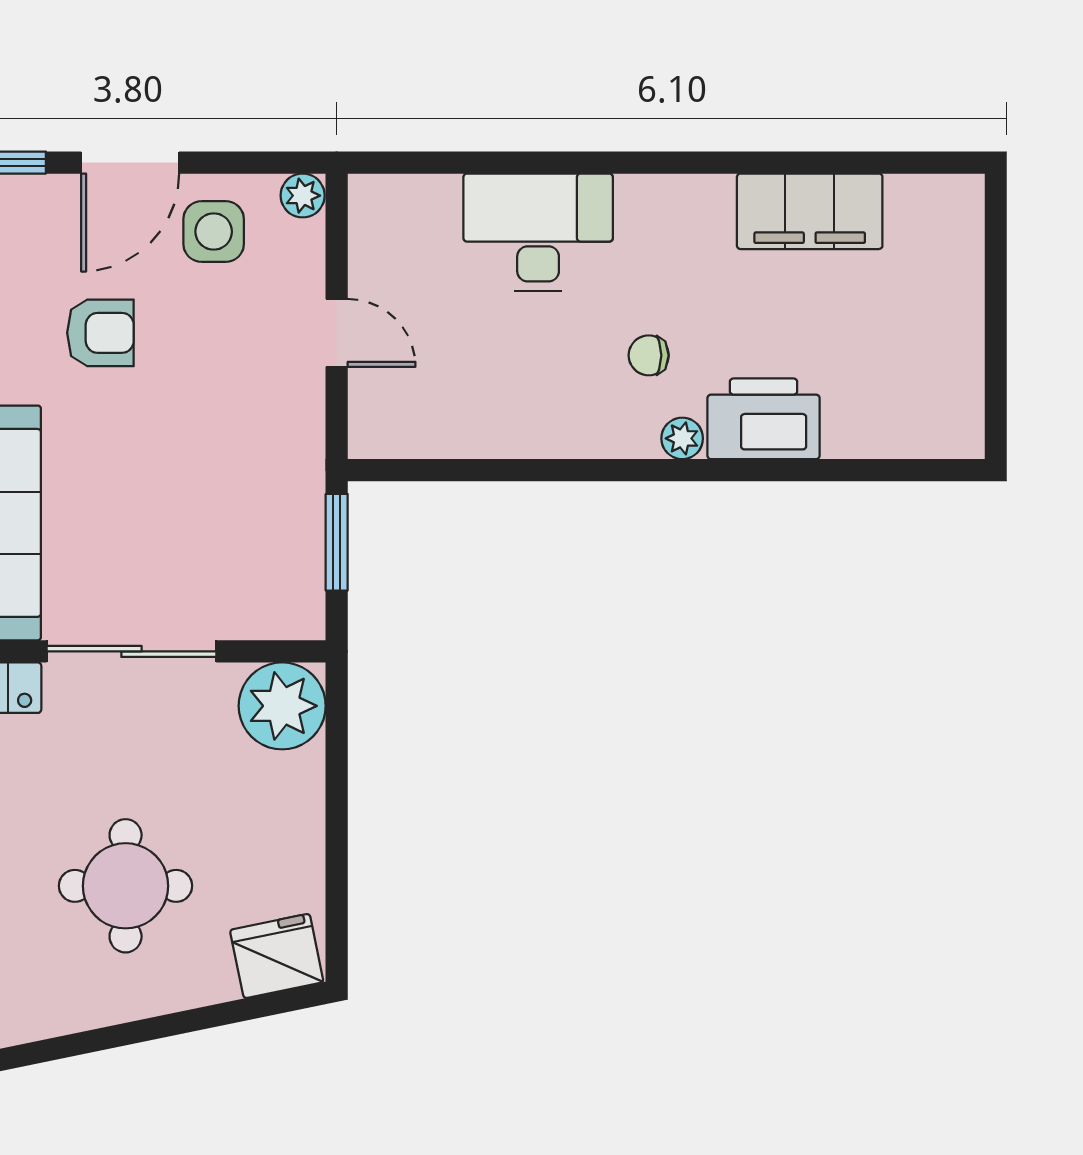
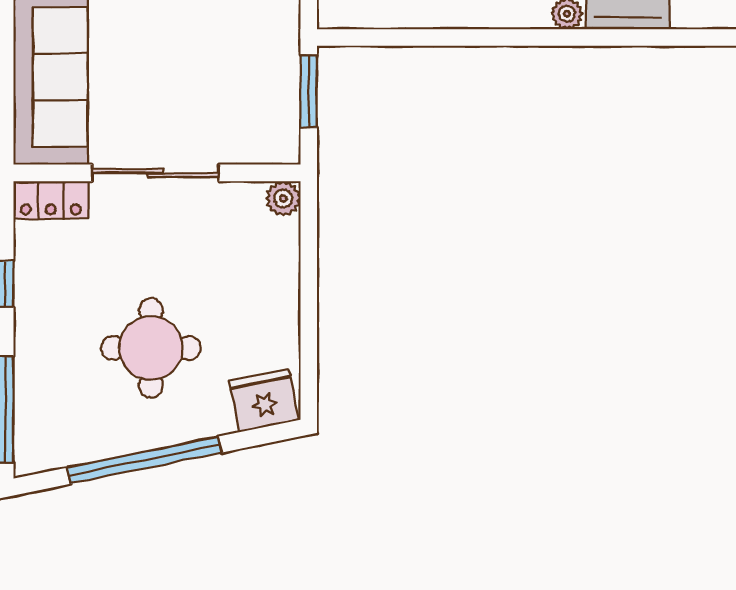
plant: (282, 706) -> (283, 198), width x0.53, depth x0.53
window: (117, 1036) -> (144, 460), added

